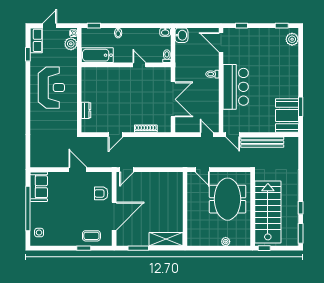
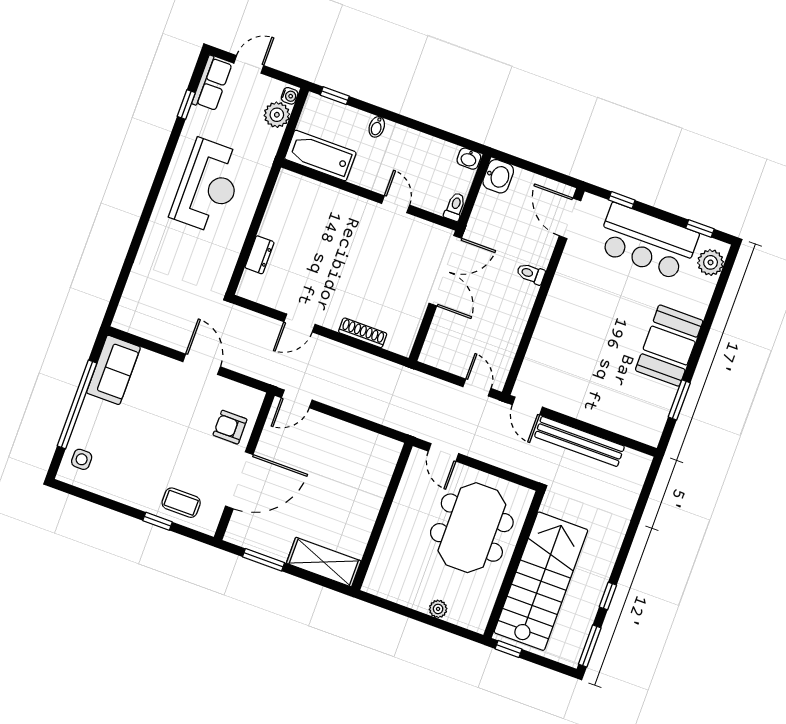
bar counter: (236, 87) -> (647, 242), moved, turned 90
double door: (173, 99) -> (445, 271), moved
booth: (287, 116) -> (669, 346), moved

